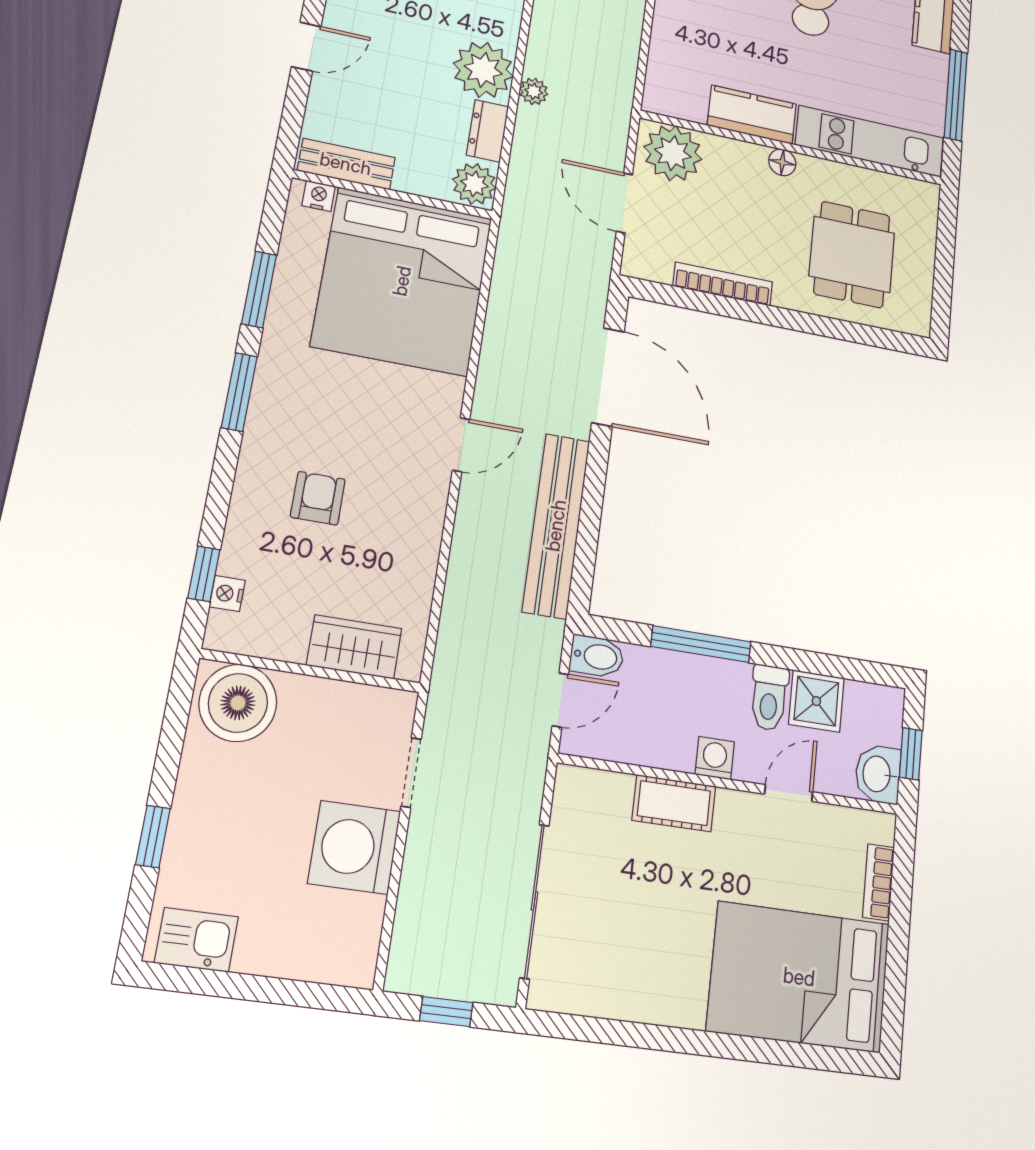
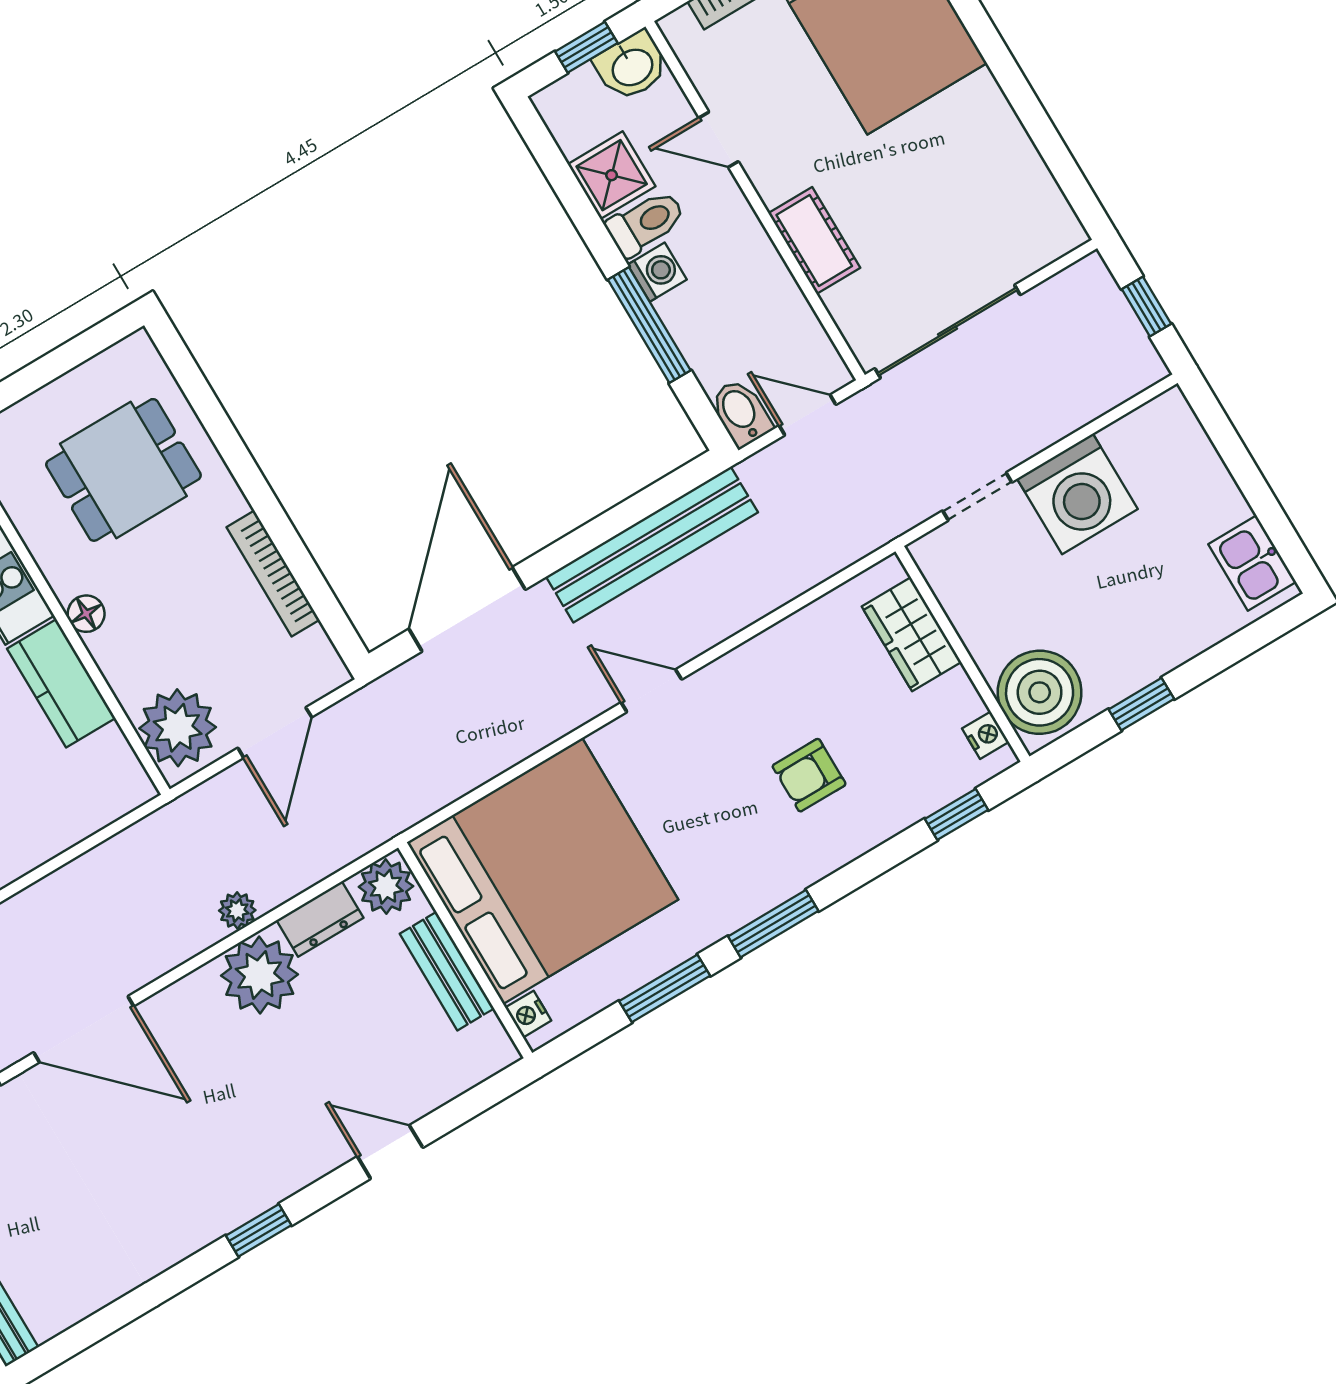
bench: (346, 164) -> (447, 971), moved
nightstand: (227, 594) -> (986, 735), moved, turned -90
washing machine: (715, 758) -> (657, 272), moved, turned 180
window: (153, 837) -> (1141, 704), moved
sliding door: (534, 901) -> (948, 332), moved

